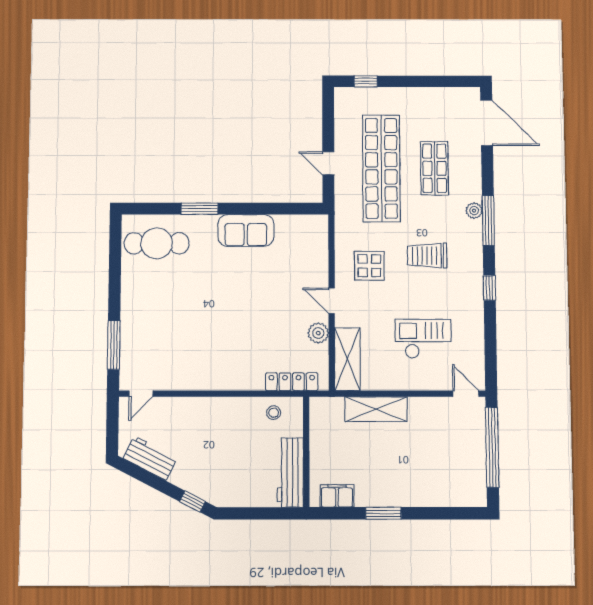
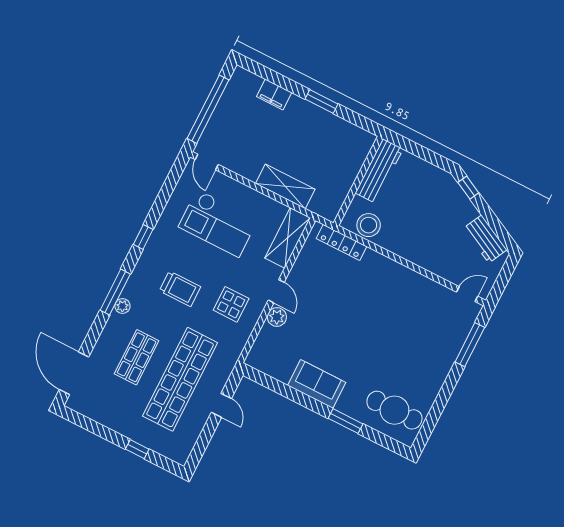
window: (366, 81) -> (137, 449), moved
plant: (318, 333) -> (277, 317), moved
checkout: (423, 339) -> (218, 223), width x1.36, depth x1.21
stool: (274, 413) -> (369, 225), width x1.89, depth x1.89
filing cabinet: (337, 496) -> (274, 95), moved

